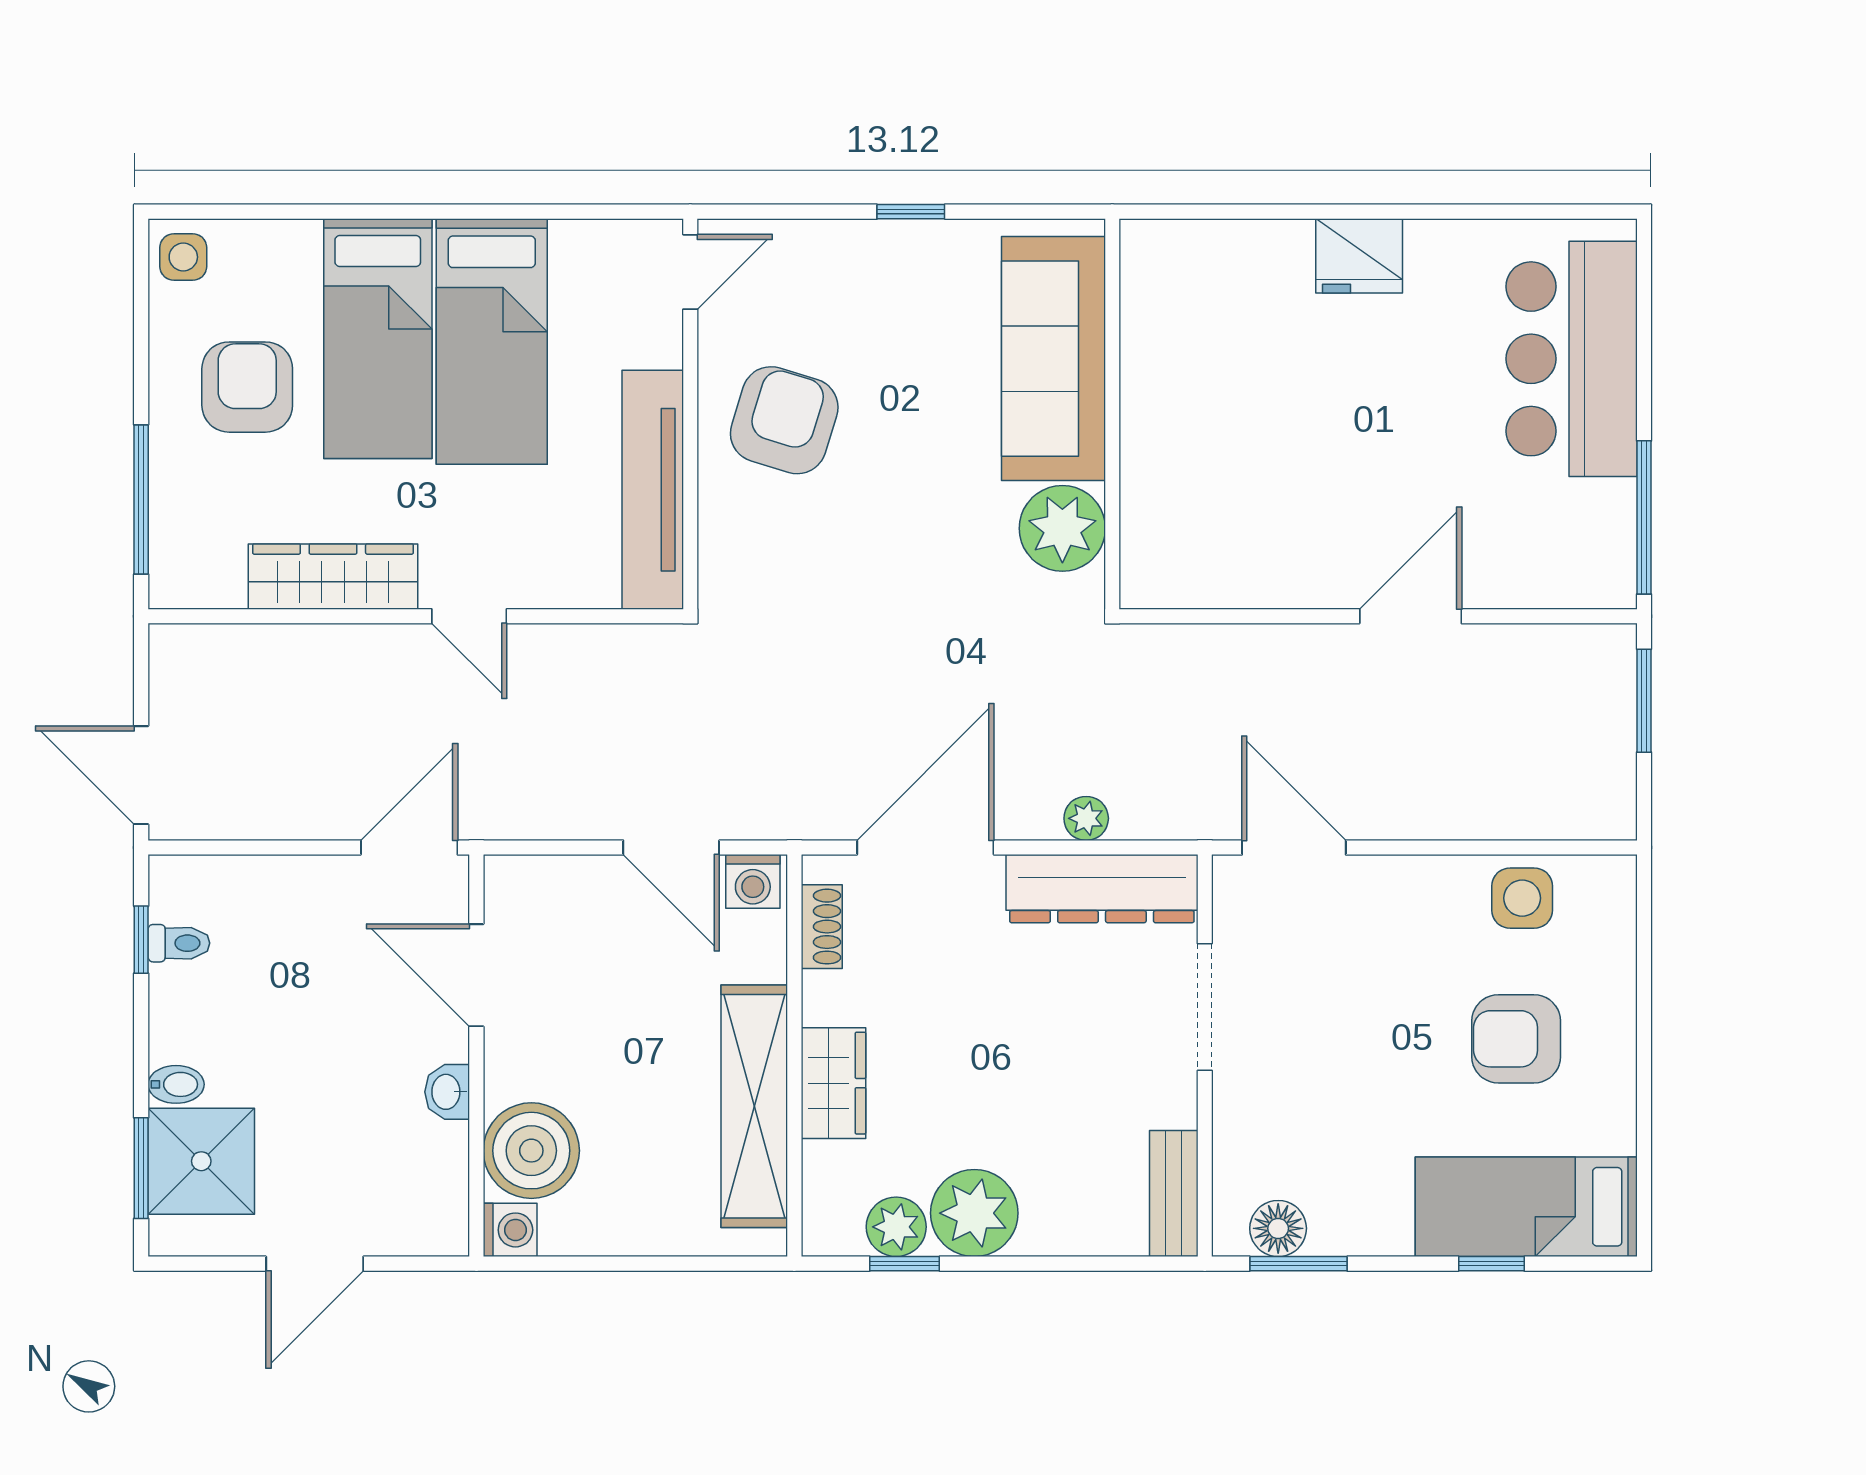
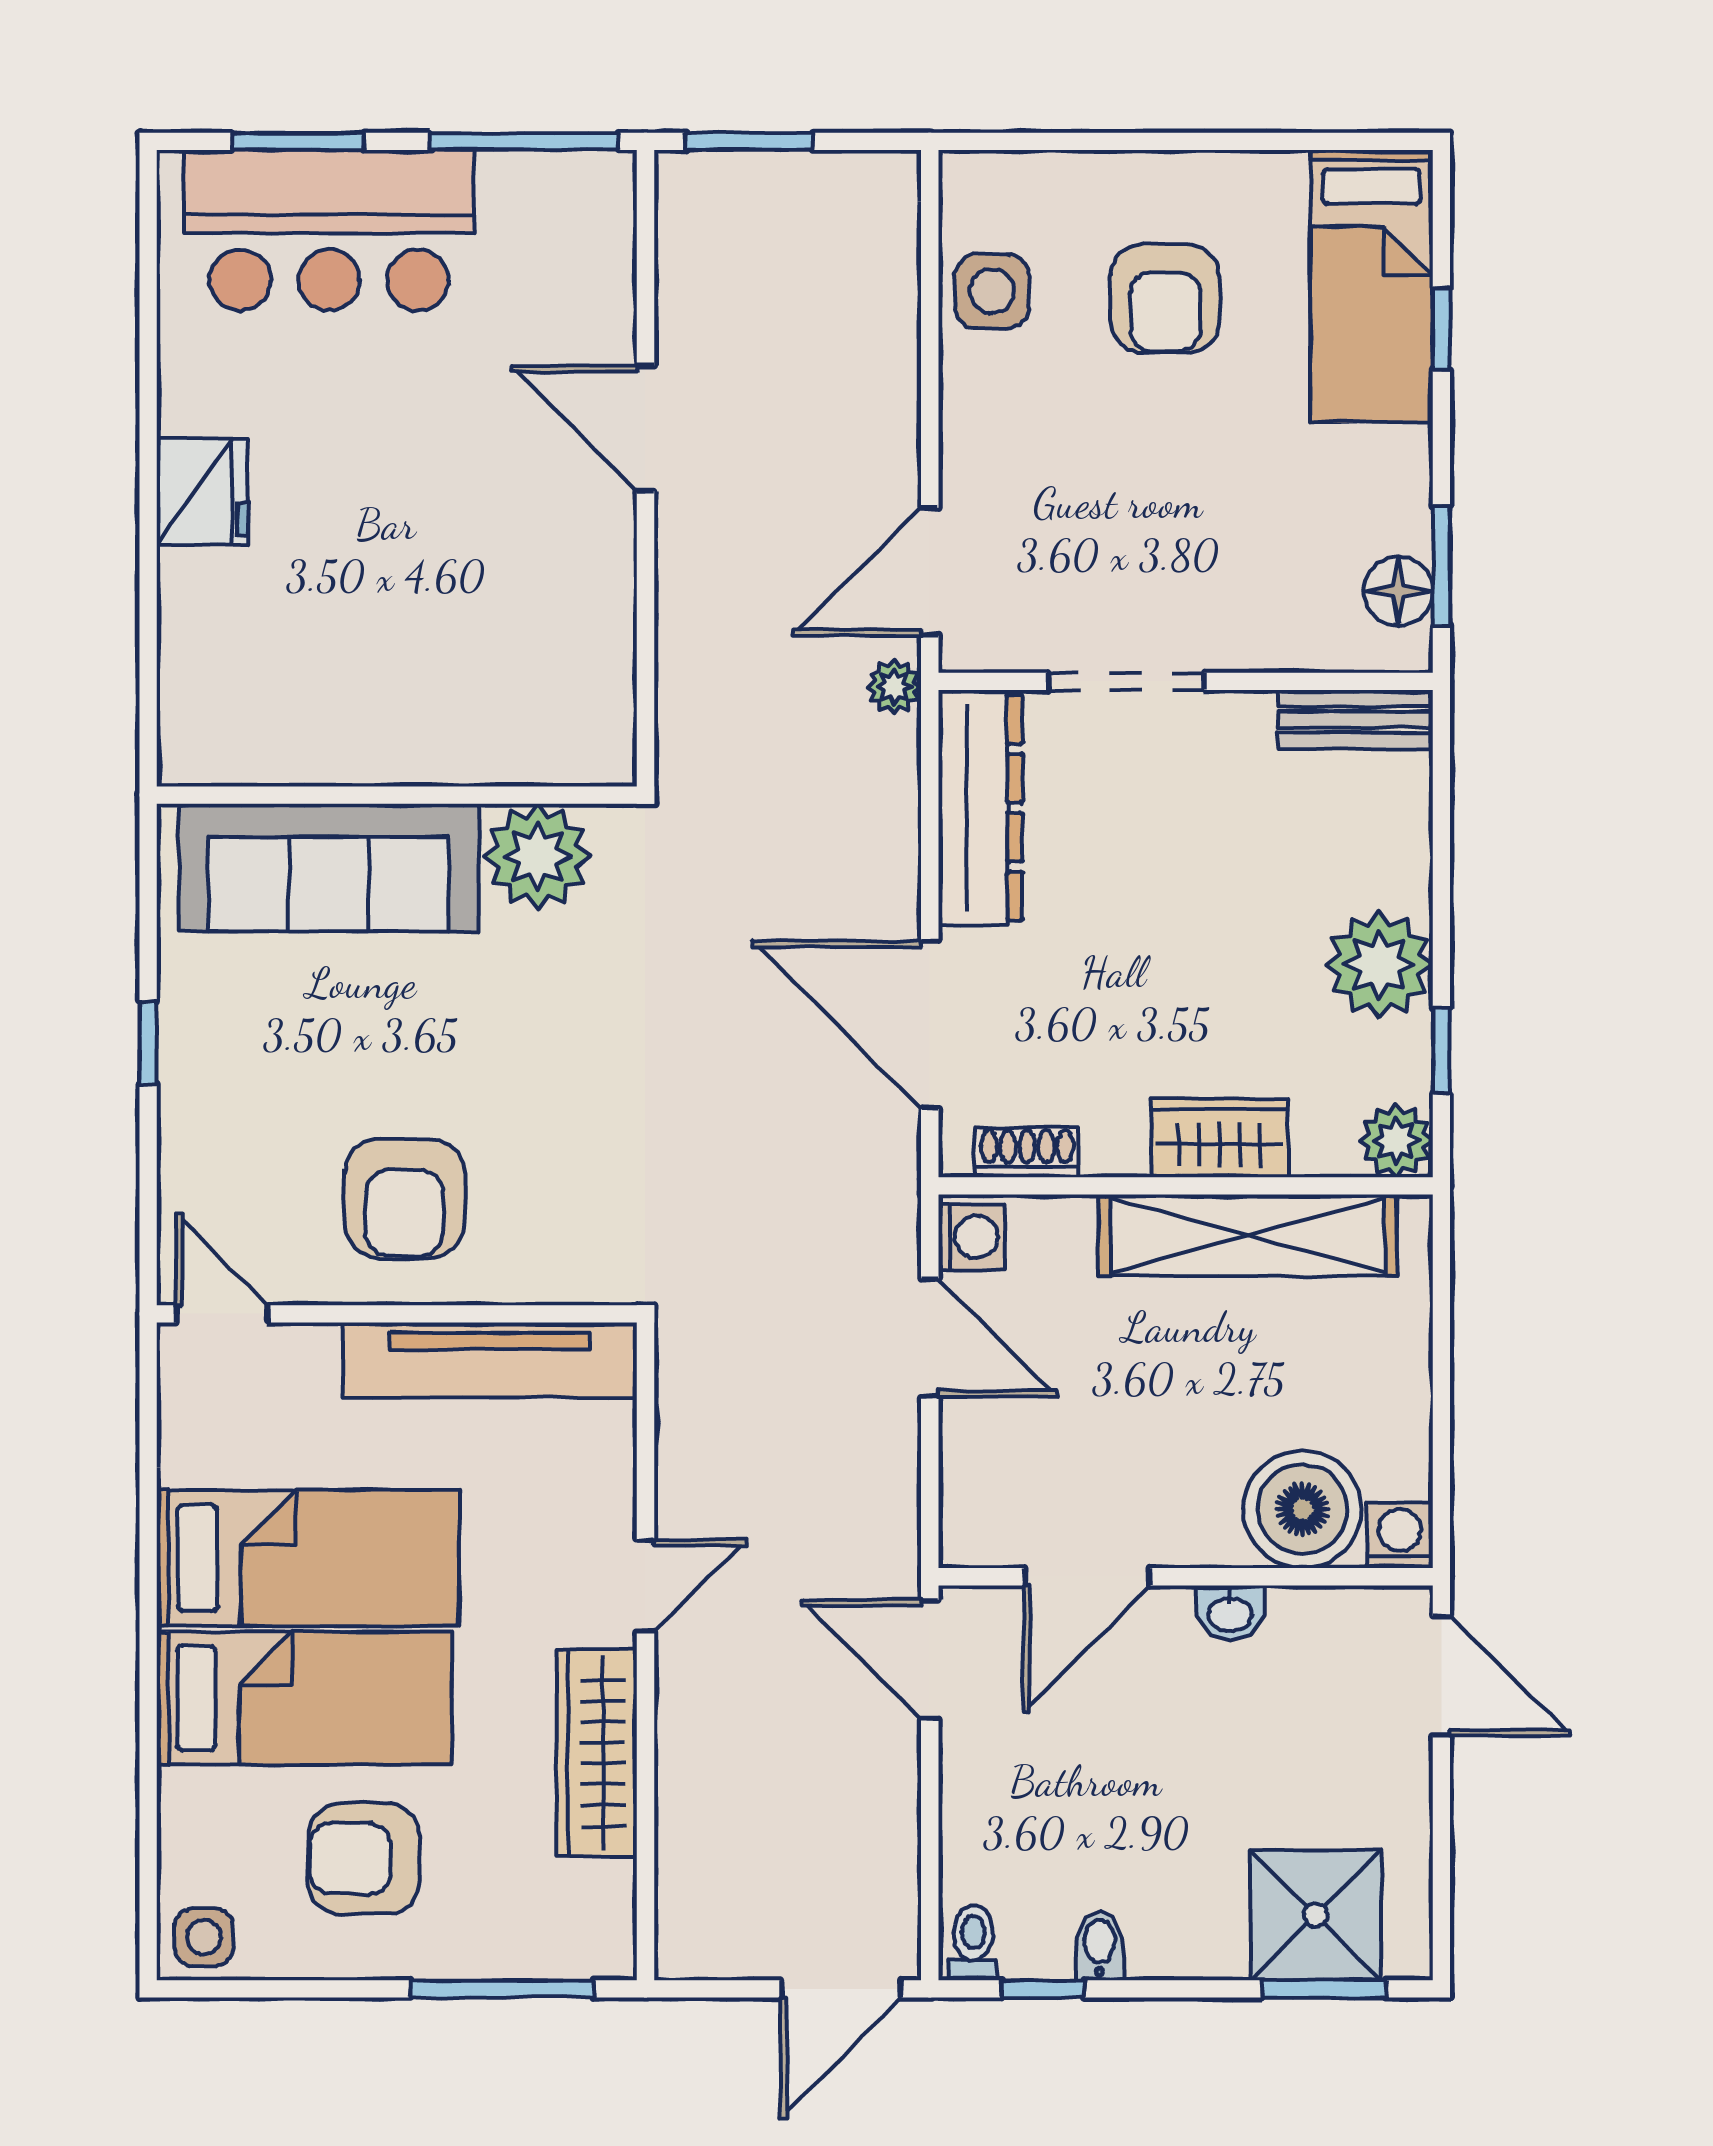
window: (1644, 333) -> (298, 141), added
armchair: (784, 420) -> (404, 1198), turned -107
plant: (1086, 818) -> (894, 687), moved
door: (671, 847) -> (930, 1337), hinge flipped
toilet: (179, 943) -> (973, 1943), moved
bidet: (176, 1084) -> (1100, 1946), moved
plant: (896, 1227) -> (1396, 1141), moved
door: (315, 1264) -> (1441, 1676), moved

